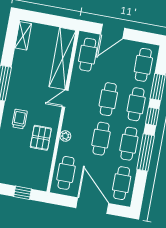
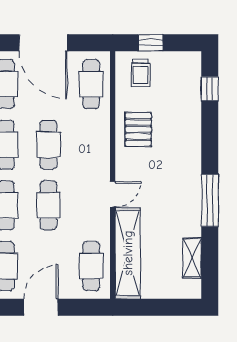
door: (112, 31) -> (41, 307), moved
shelving: (23, 36) -> (192, 258), moved
trolley: (20, 119) -> (141, 73), moved
plant: (65, 136) -> (102, 139), removed

